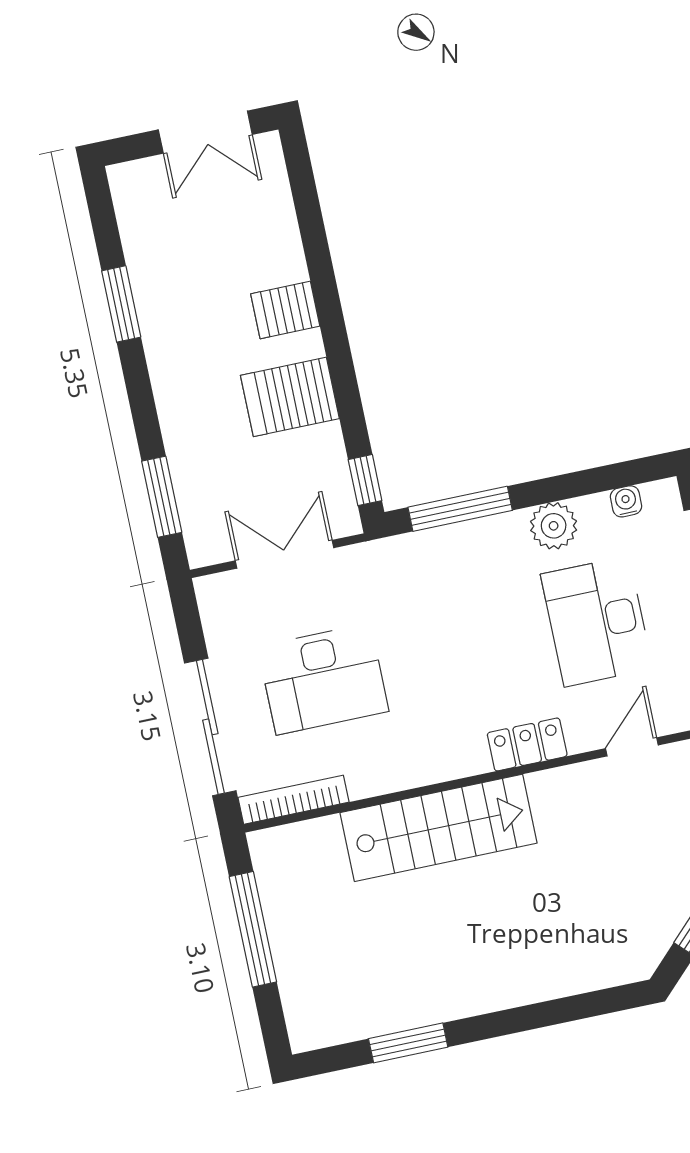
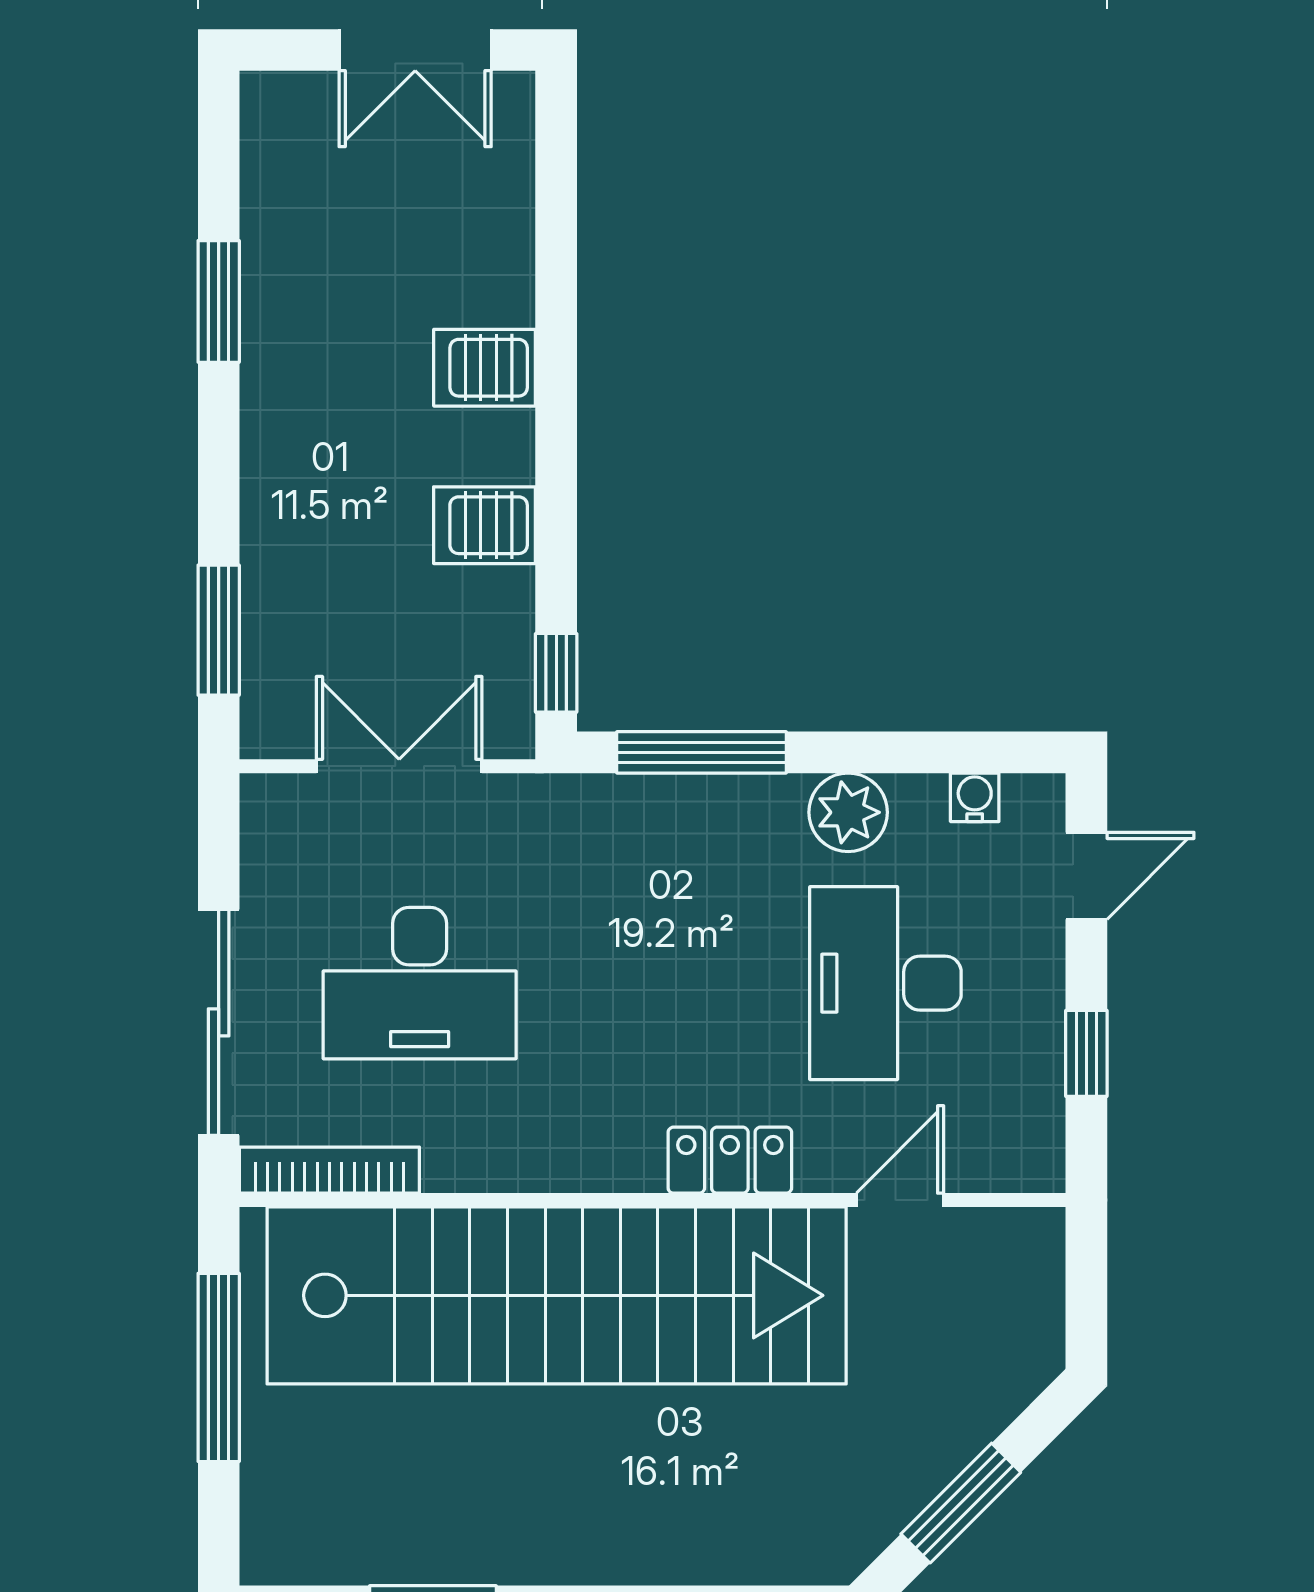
server rack: (290, 397) -> (485, 525), width x0.73, depth x0.70
stairs: (439, 828) -> (557, 1295), width x1.86, depth x1.51

